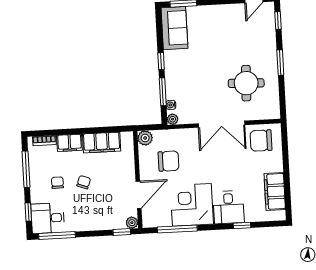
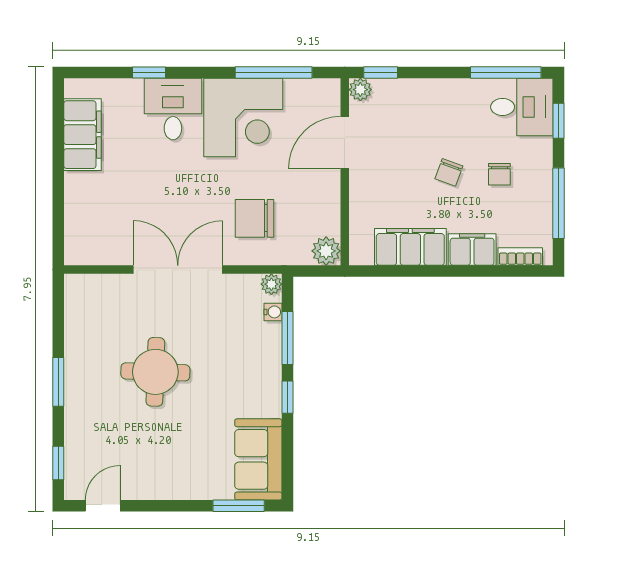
round table: (246, 83) -> (155, 372), moved
chair: (261, 141) -> (104, 234), removed
chair: (169, 161) -> (254, 218), moved

